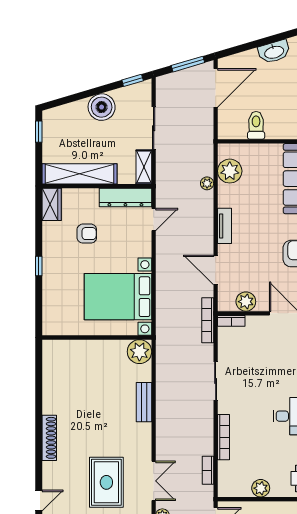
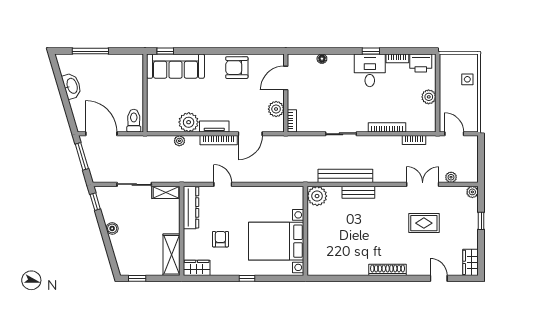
boiler: (102, 107) -> (112, 228), width x0.54, depth x0.54
toilet: (256, 125) -> (134, 121), moved, turned 90
plant: (230, 171) -> (189, 122), moved
shelving: (80, 174) -> (172, 255), width x0.68
door: (154, 219) -> (223, 184), moved
bed with nightstands: (118, 297) -> (276, 241), moved, turned 90
bookcase: (208, 320) -> (219, 140), moved
bench: (164, 386) -> (345, 176), added
rug: (106, 482) -> (424, 223), width x0.73, depth x0.70

